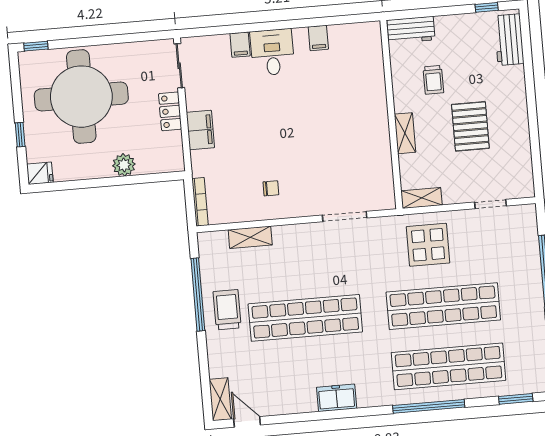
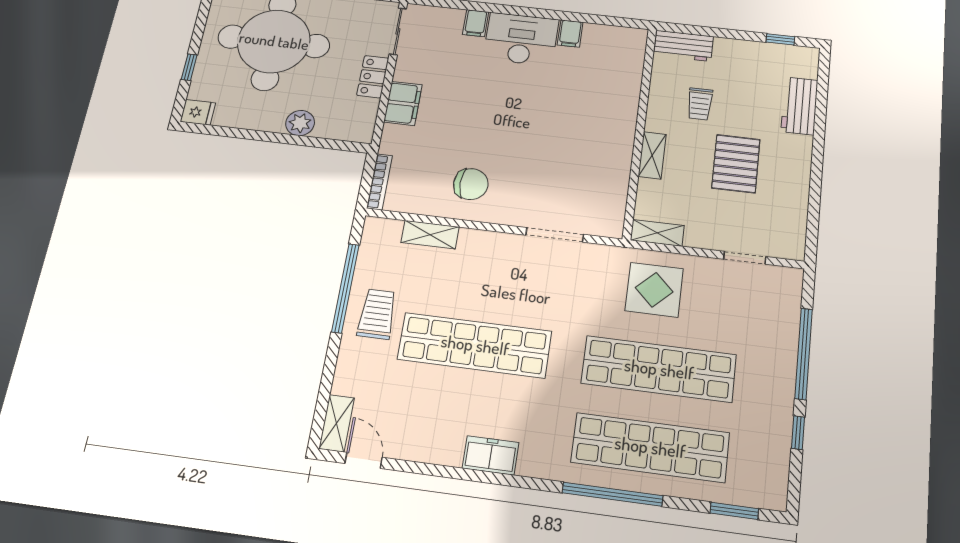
workbench: (509, 40) -> (799, 106), moved
desk: (272, 52) -> (521, 39), width x1.37
chair: (271, 188) -> (471, 184), width x1.87, depth x1.87

